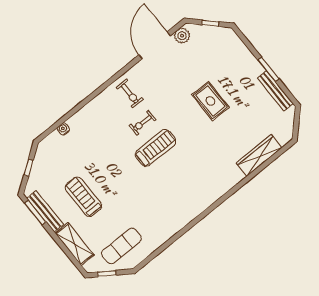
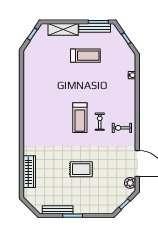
exercise mat: (121, 246) -> (41, 55), removed

